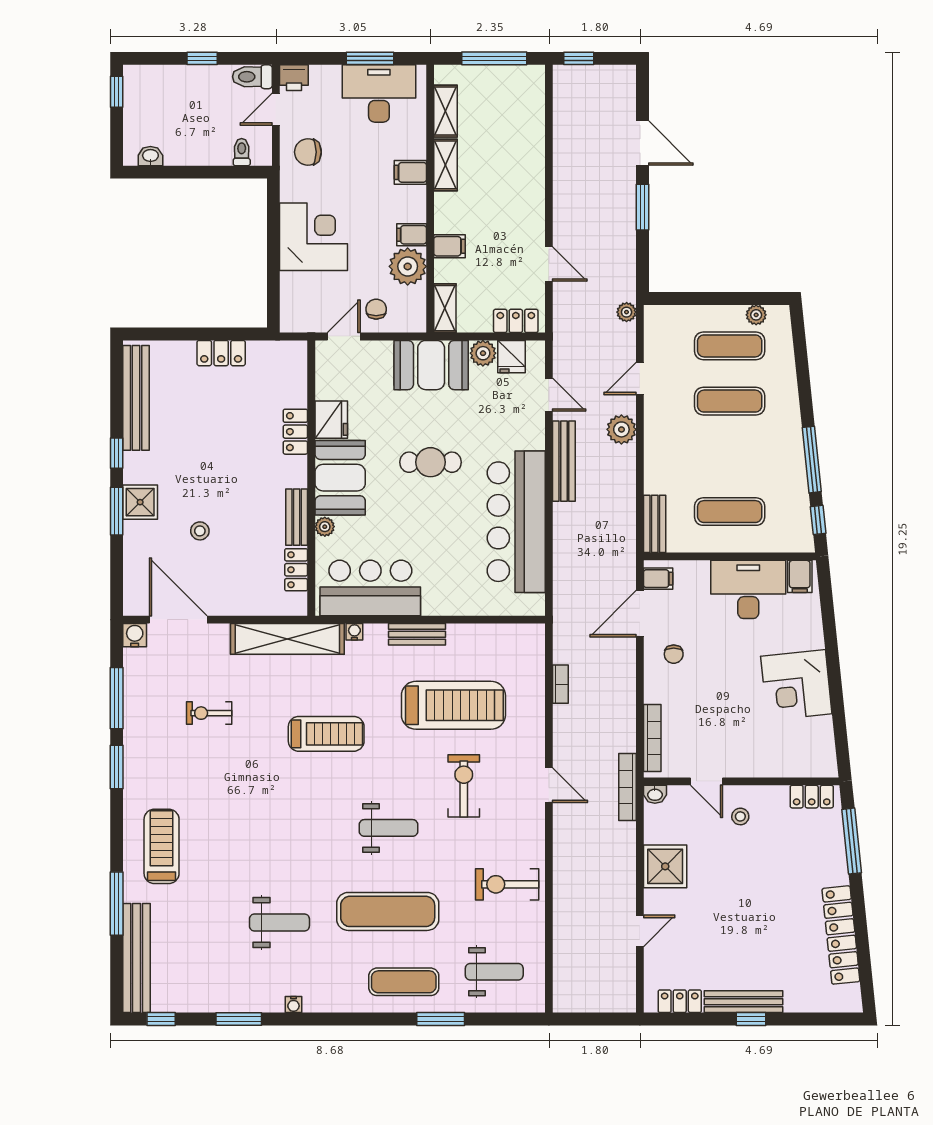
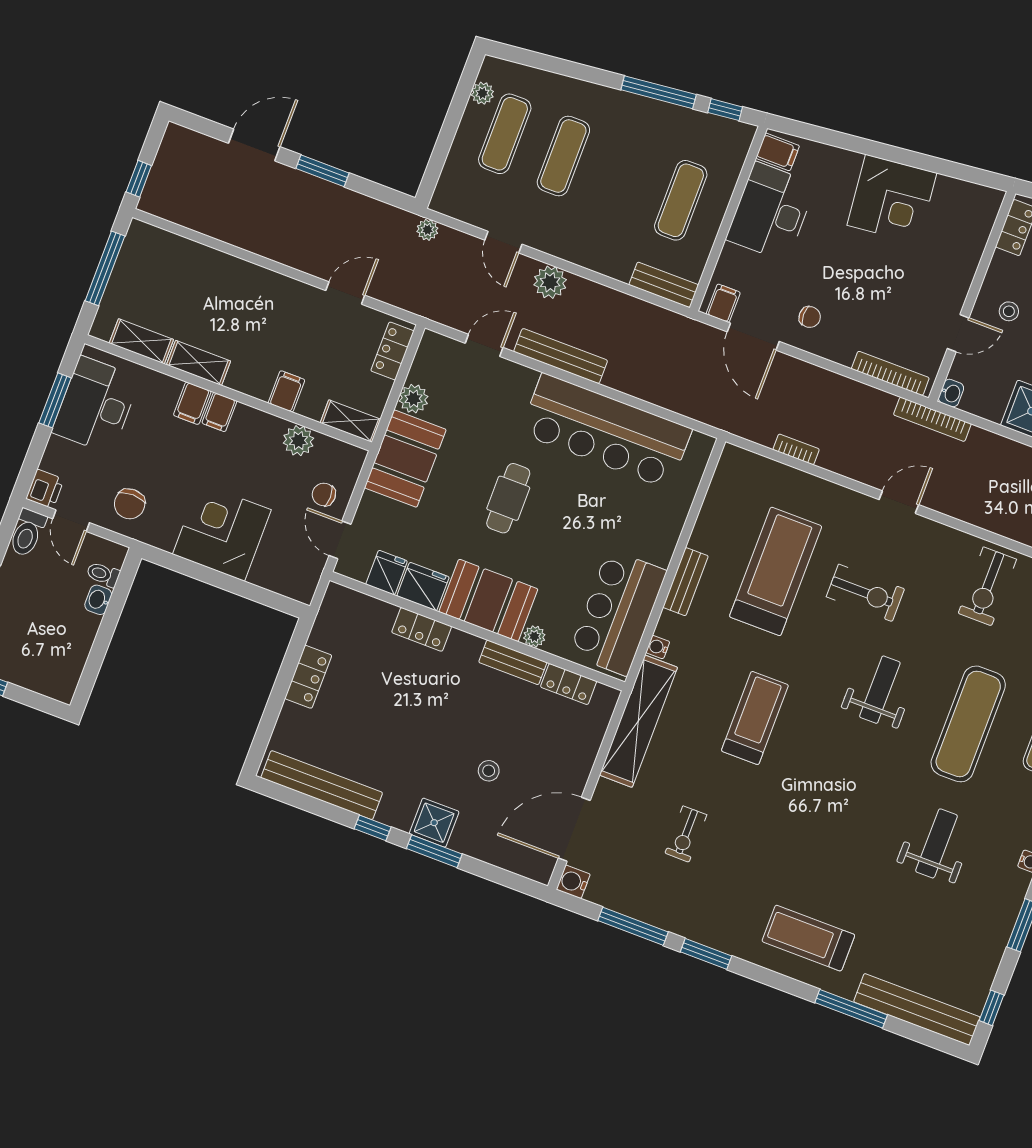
washbasin: (150, 156) -> (98, 600), moved
filing cabinet: (412, 235) -> (219, 412), moved
plant: (408, 266) -> (298, 441), width x0.73, depth x0.73
fridge: (512, 357) -> (387, 573), moved, turned -90
exercise bike: (464, 786) -> (865, 593), turned 180

